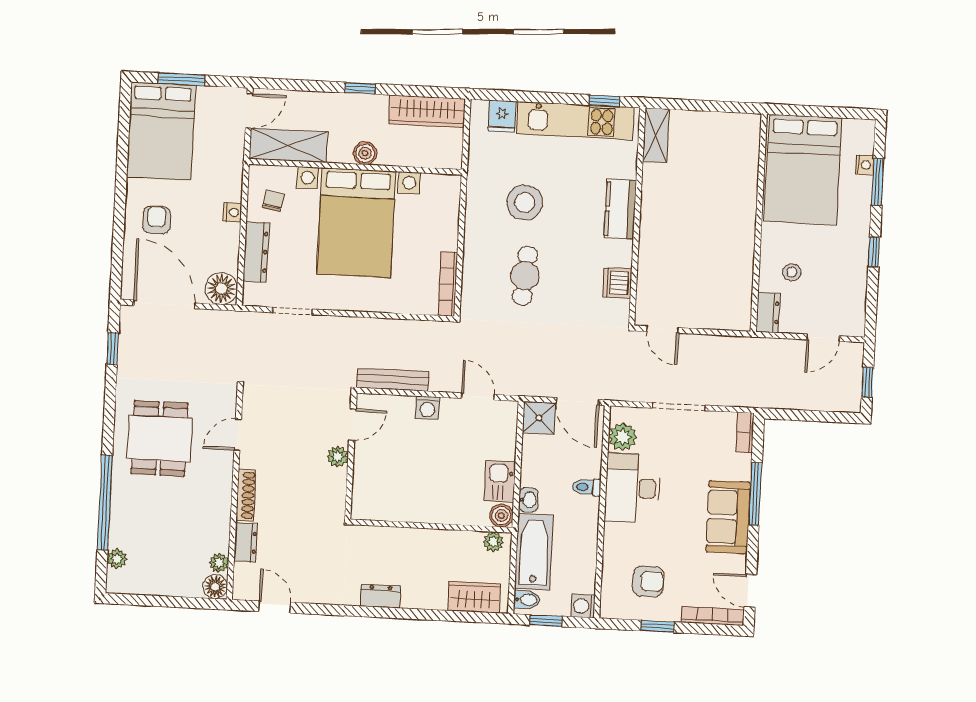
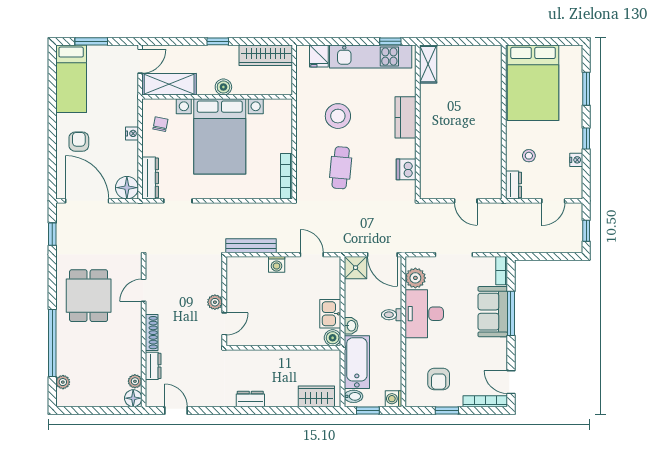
bed: (161, 131) -> (71, 79), width x0.67
nightstand: (864, 165) -> (576, 160), moved
dresser: (256, 252) -> (150, 178), moved
door: (662, 330) -> (466, 201), moved
door: (352, 425) -> (224, 324), moved
sofa: (728, 517) -> (493, 312), moved
plant: (493, 542) -> (328, 357), removed
armchair: (648, 581) -> (439, 379), turned 90

